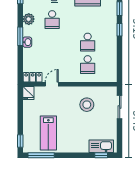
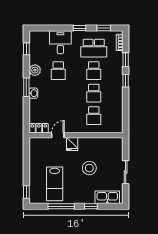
school desk: (88, 20) -> (94, 71), added
fridge: (28, 93) -> (72, 144), moved
stool: (87, 105) -> (89, 168), moved
sliding door: (120, 107) -> (126, 172), moved
window: (41, 155) -> (61, 206), moved
window: (101, 155) -> (91, 206), moved

